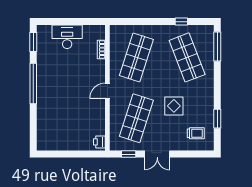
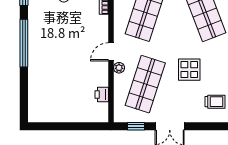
plant: (114, 104) -> (119, 68), added
printer: (99, 142) -> (102, 94), moved

